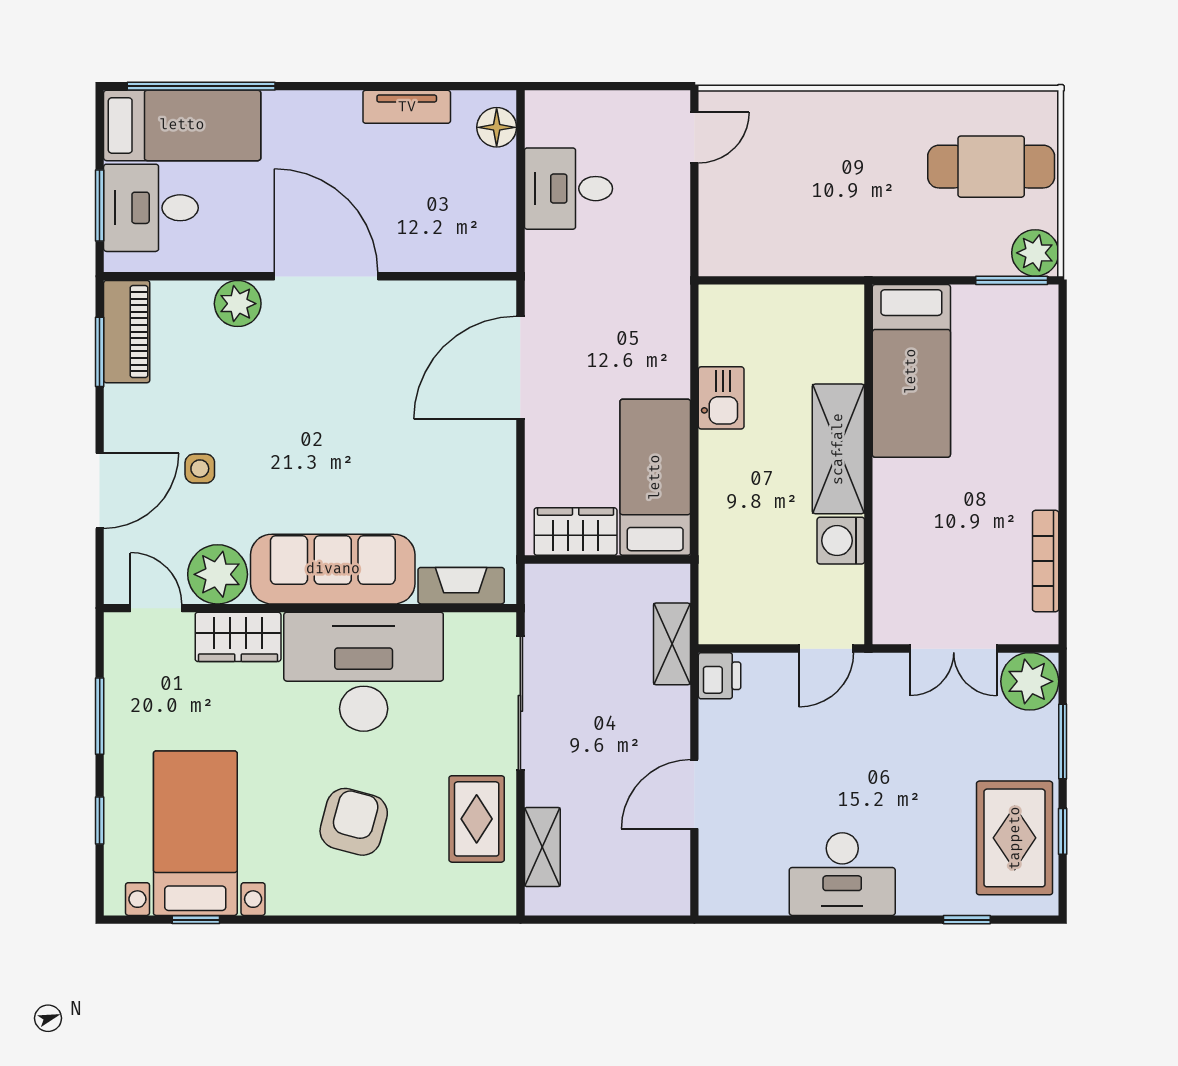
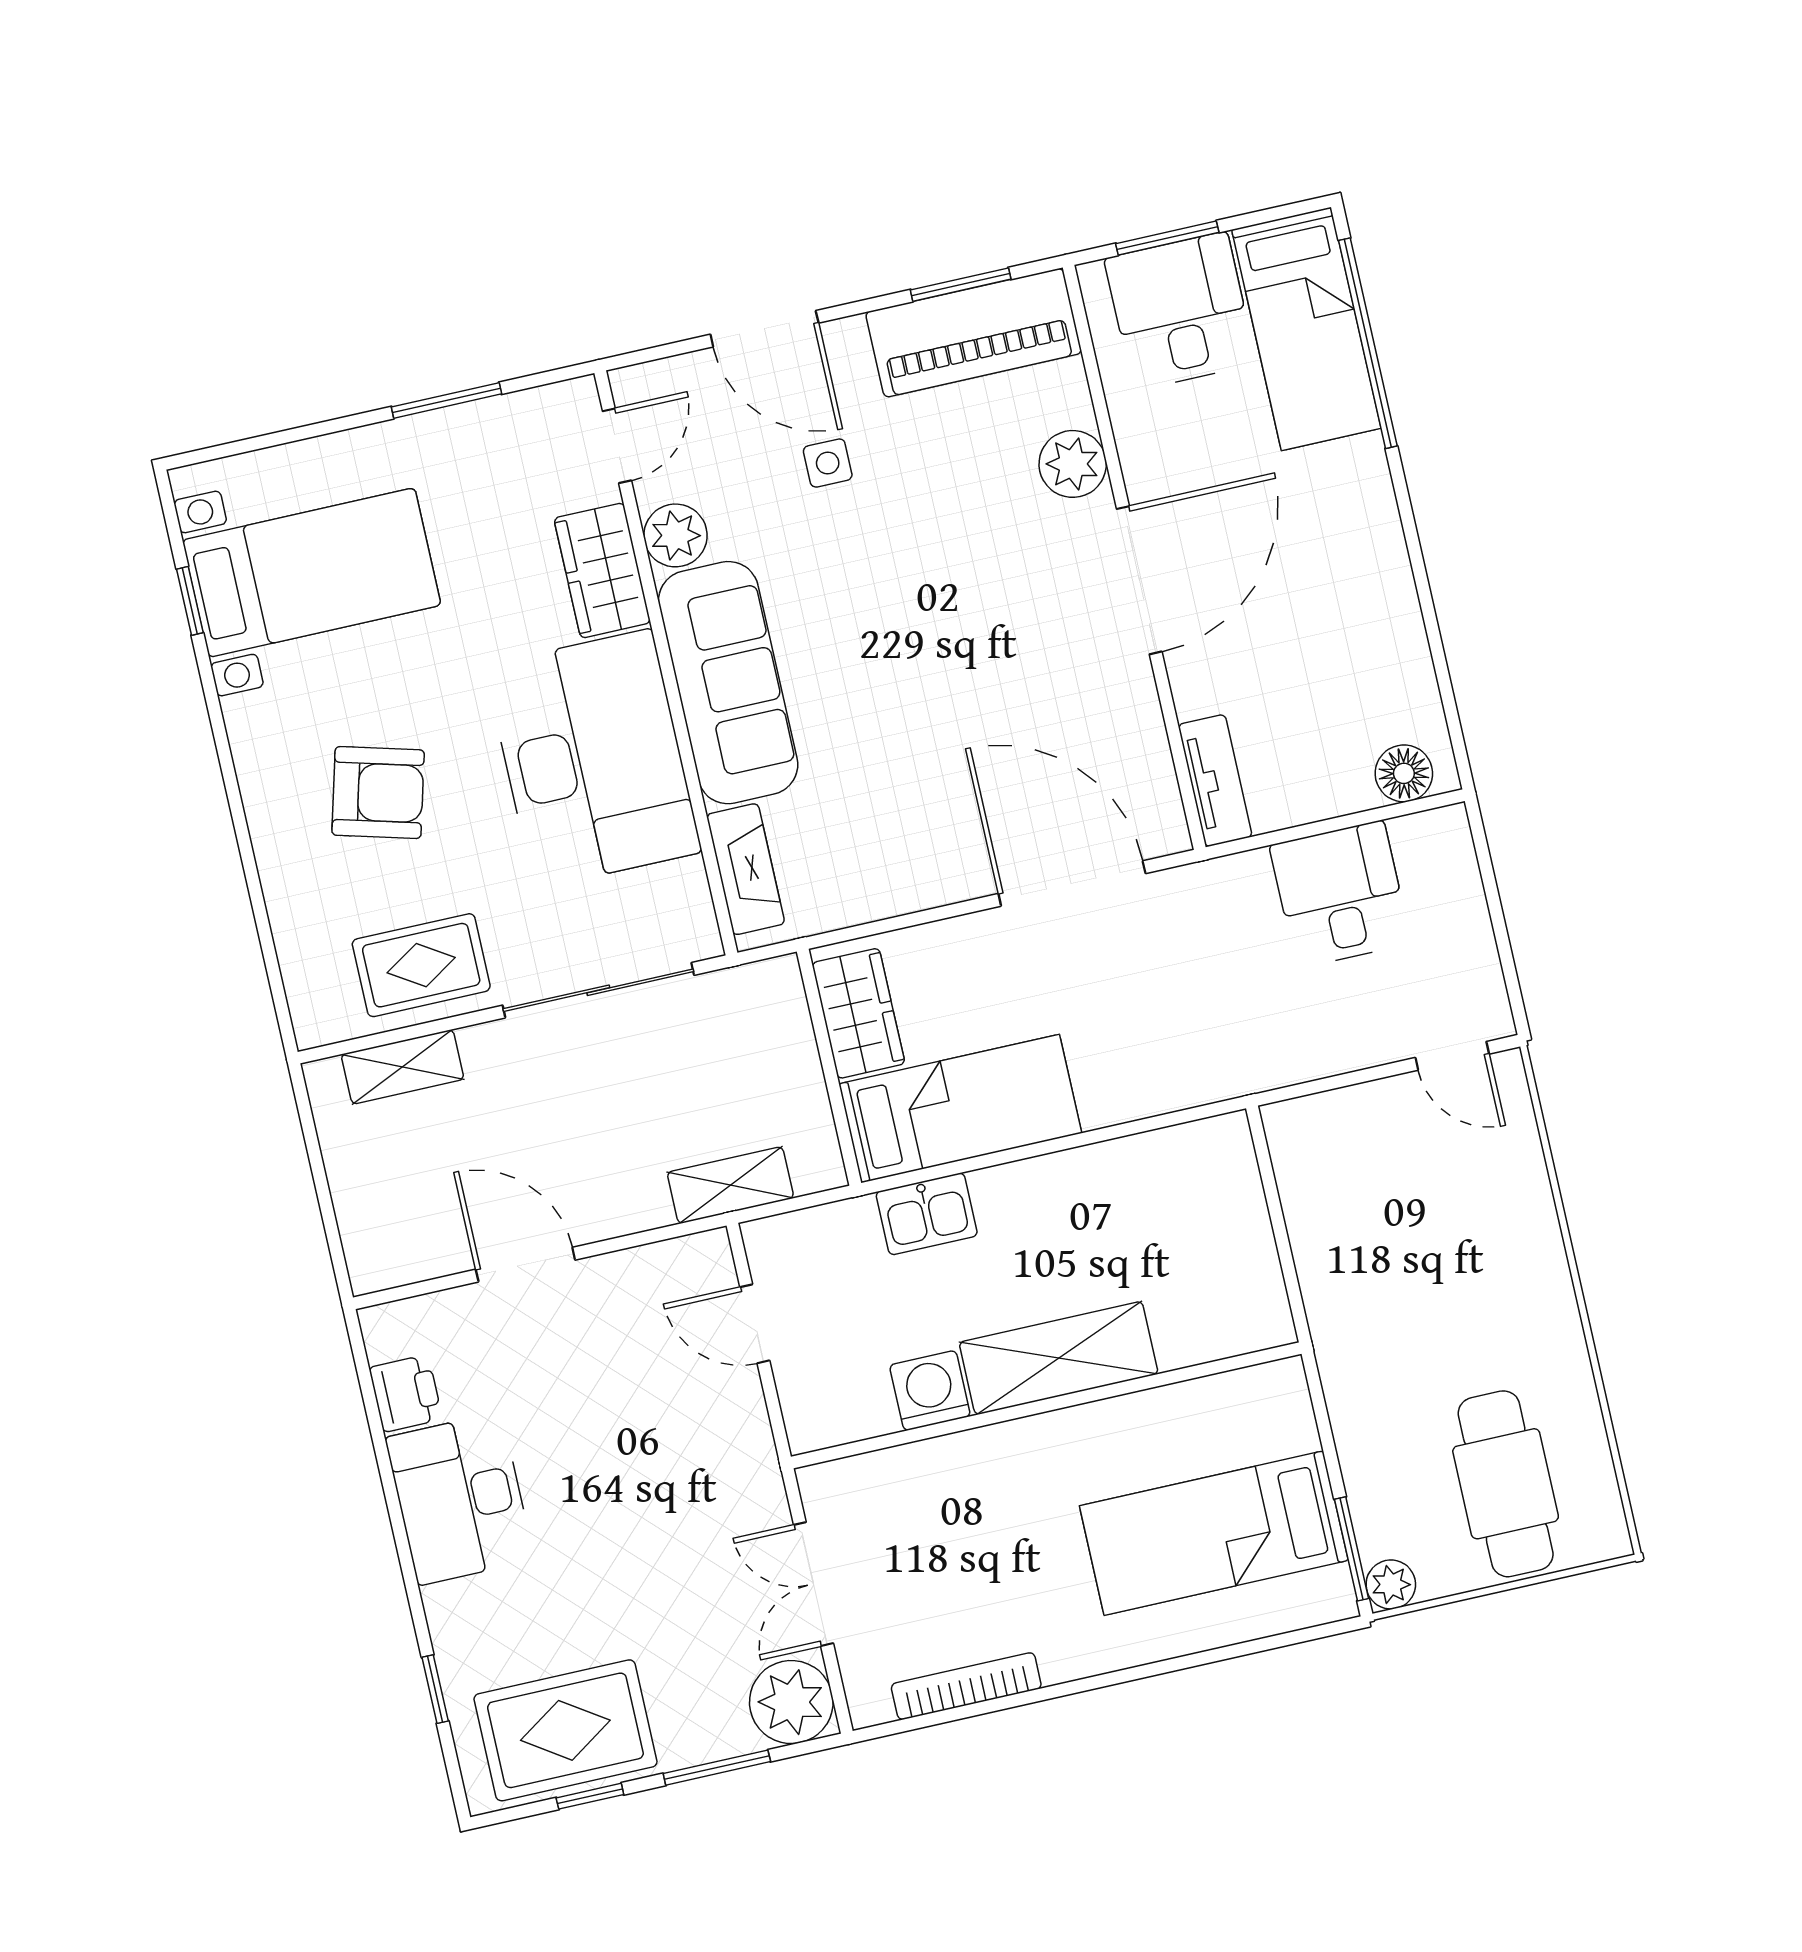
tv unit: (407, 107) -> (1215, 781), moved, turned 180
plant: (1035, 253) -> (1391, 1584), width x0.73, depth x0.73
piano: (127, 332) -> (974, 333), width x1.37, depth x1.33
bed: (911, 371) -> (1214, 1533), moved
kitchen sink: (721, 398) -> (927, 1214), moved
plant: (218, 574) -> (675, 535), width x0.73, depth x0.73
door: (826, 649) -> (755, 1324), moved
printer: (720, 676) -> (406, 1393), moved, turned -90
window: (100, 820) -> (299, 434), removed

